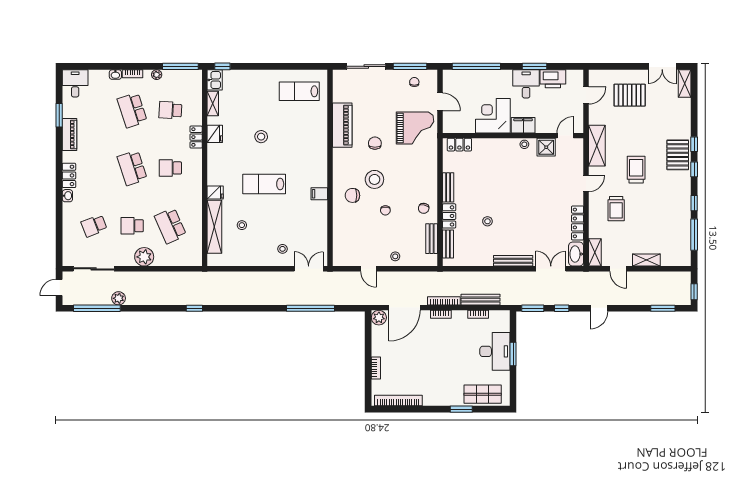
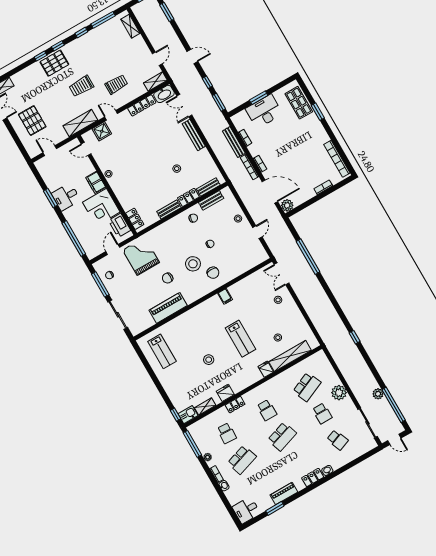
printer: (553, 79) -> (119, 225), moved, turned 180
shower: (546, 147) -> (102, 131), moved
shelving: (646, 260) -> (130, 26), moved

